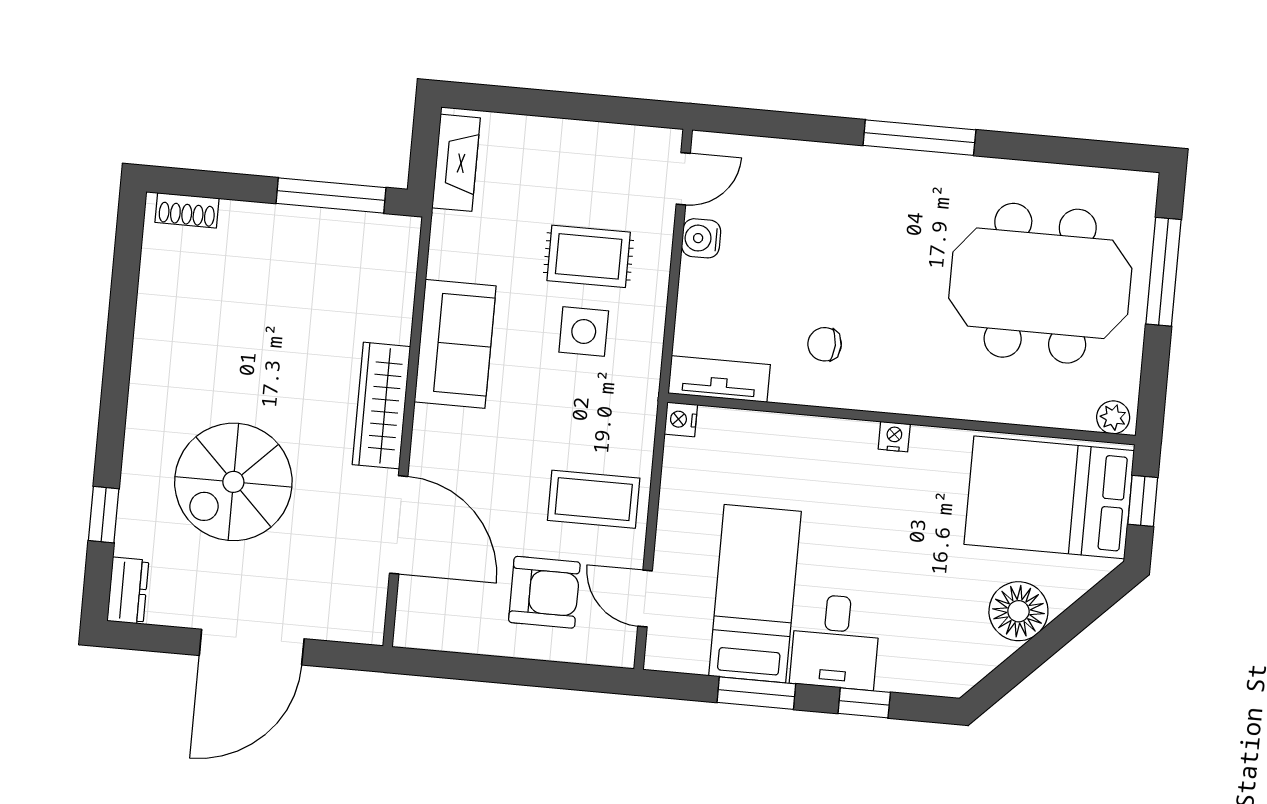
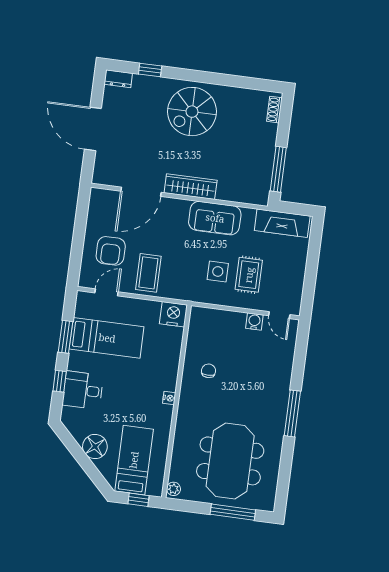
fireplace: (456, 163) -> (282, 223), width x1.37, depth x1.32
tv unit: (719, 379) -> (196, 327), removed
nightstand: (681, 419) -> (173, 314), width x1.89, depth x1.79
spiral stairs: (233, 482) -> (192, 112), moved, turned -90
bed: (1049, 497) -> (134, 460), width x0.67
desk: (835, 642) -> (83, 390), moved

